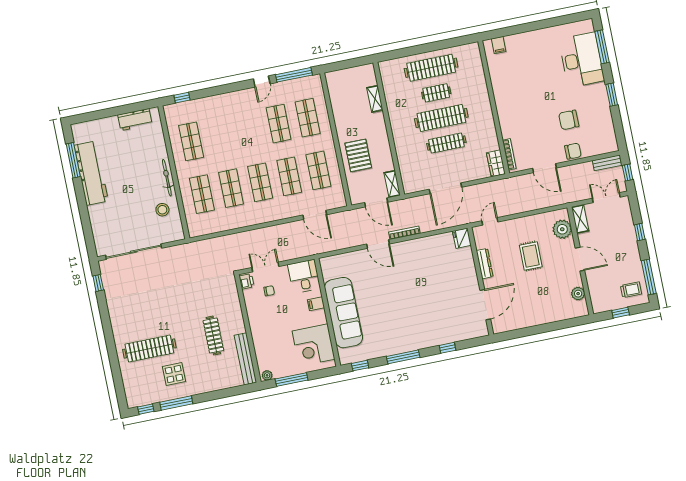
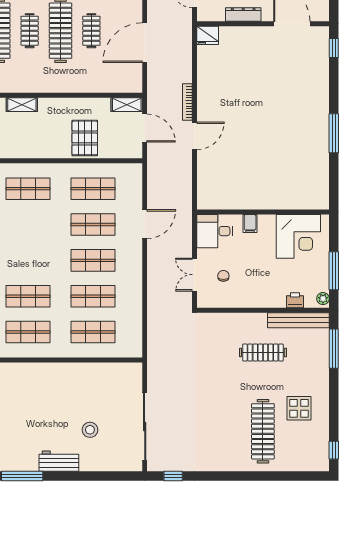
shop shelf: (279, 124) -> (28, 296), moved
clothes rail: (446, 143) -> (91, 31), width x0.73
pallet: (358, 155) -> (85, 138), turned 90
workbench: (91, 173) -> (59, 461), width x0.53, depth x0.76
bicycle: (167, 178) -> (65, 370), removed
door: (445, 188) -> (145, 43), swing flipped
door: (376, 202) -> (145, 128), hinge flipped
stool: (162, 210) -> (90, 430), moved
door: (315, 215) -> (145, 224), moved
printer: (247, 281) -> (295, 300), moved
sofa: (344, 313) -> (267, 193), removed
window: (448, 348) -> (334, 48), moved
window: (360, 366) -> (334, 186), removed
window: (176, 403) -> (334, 349), moved

